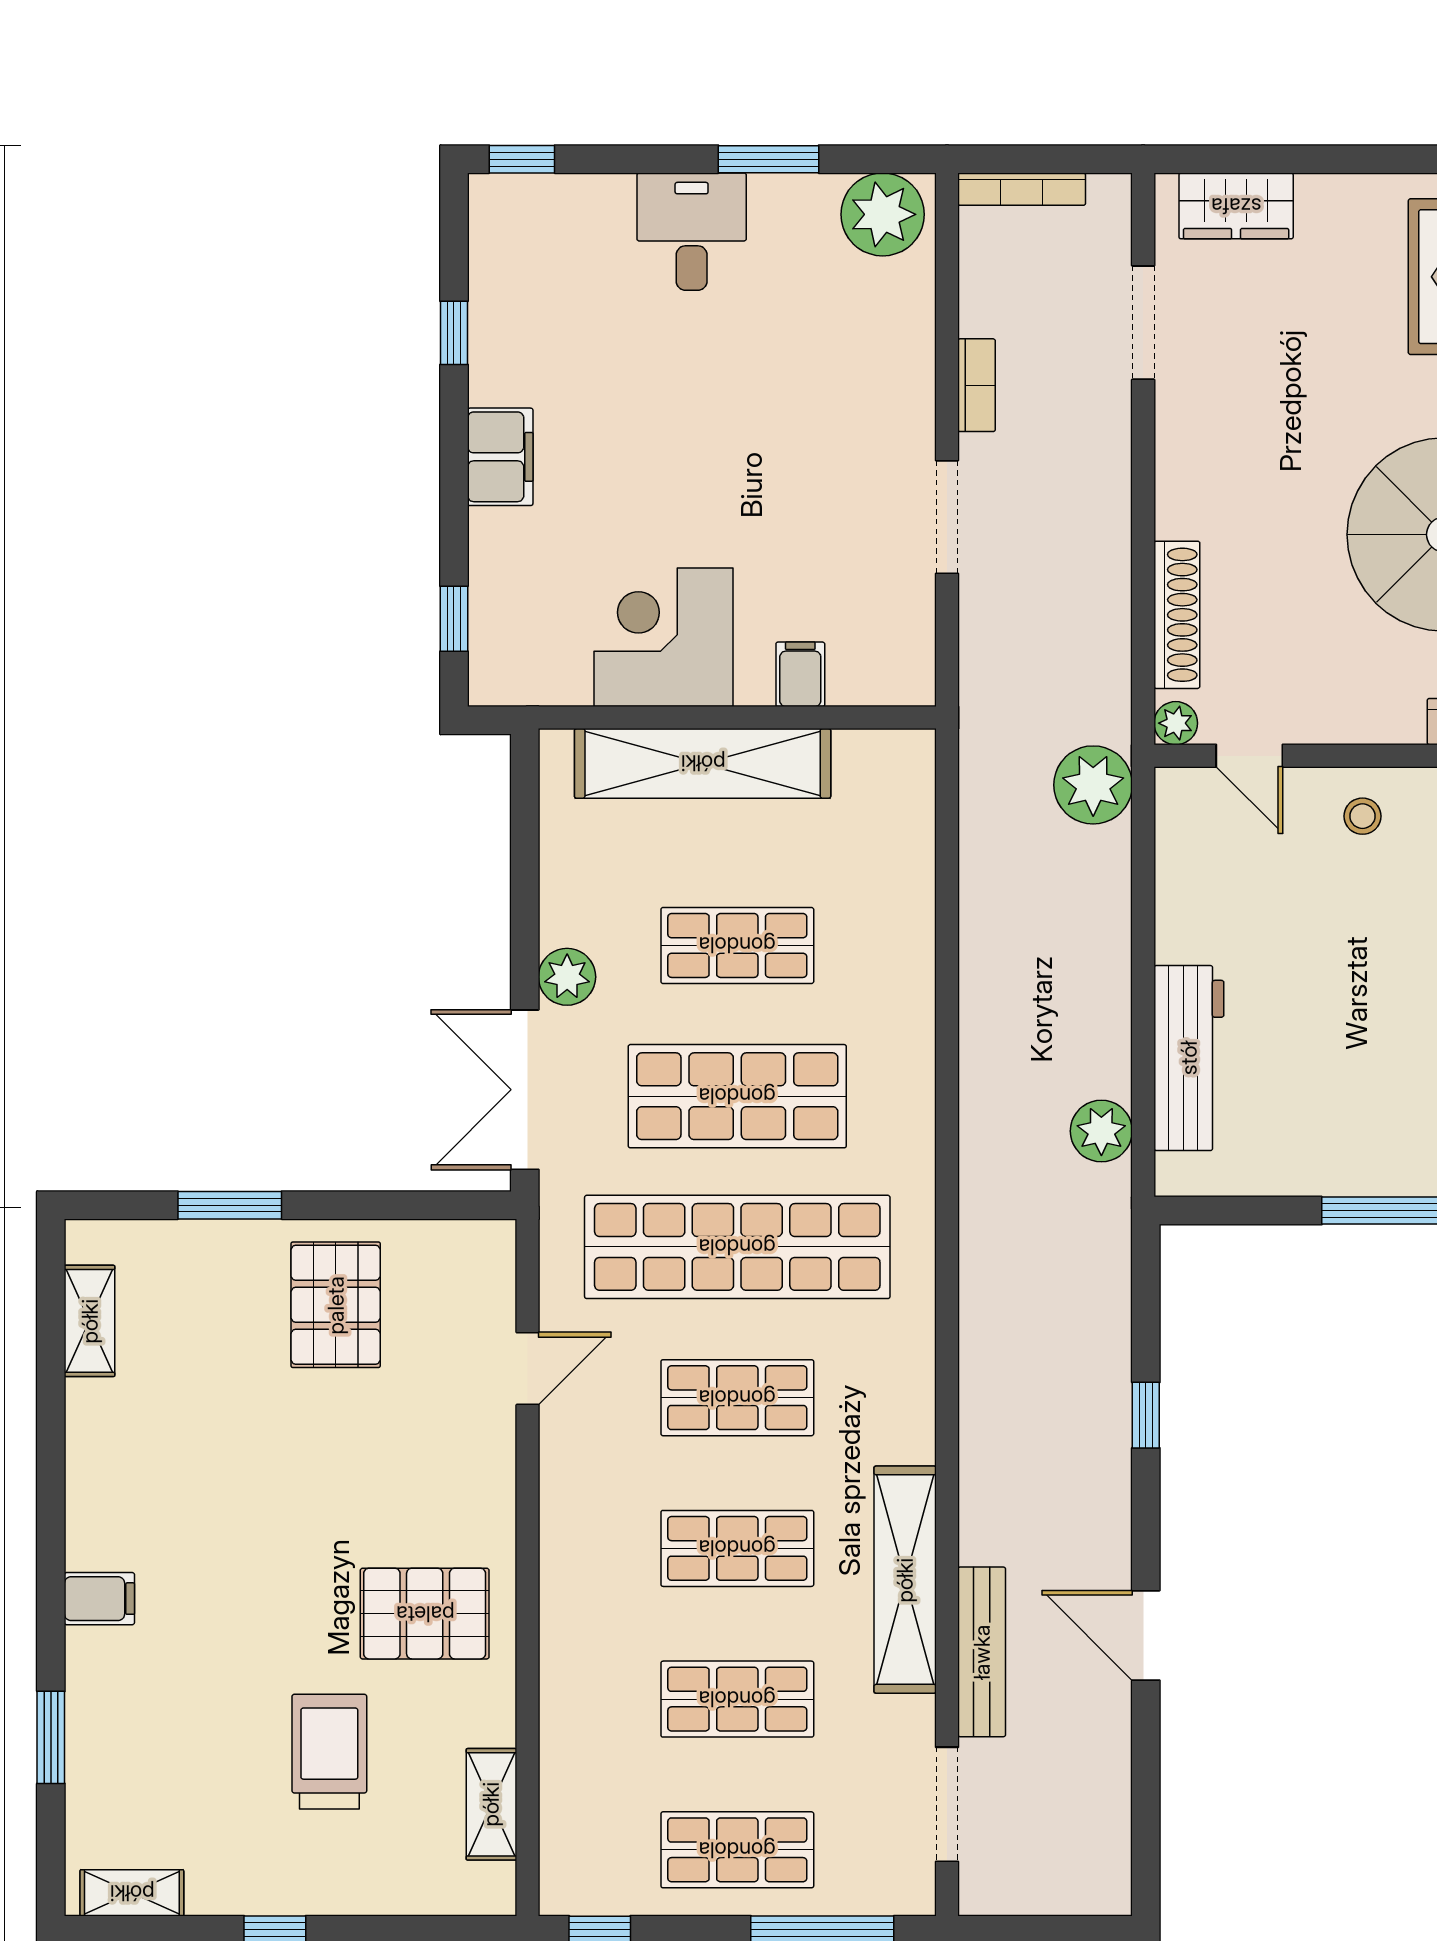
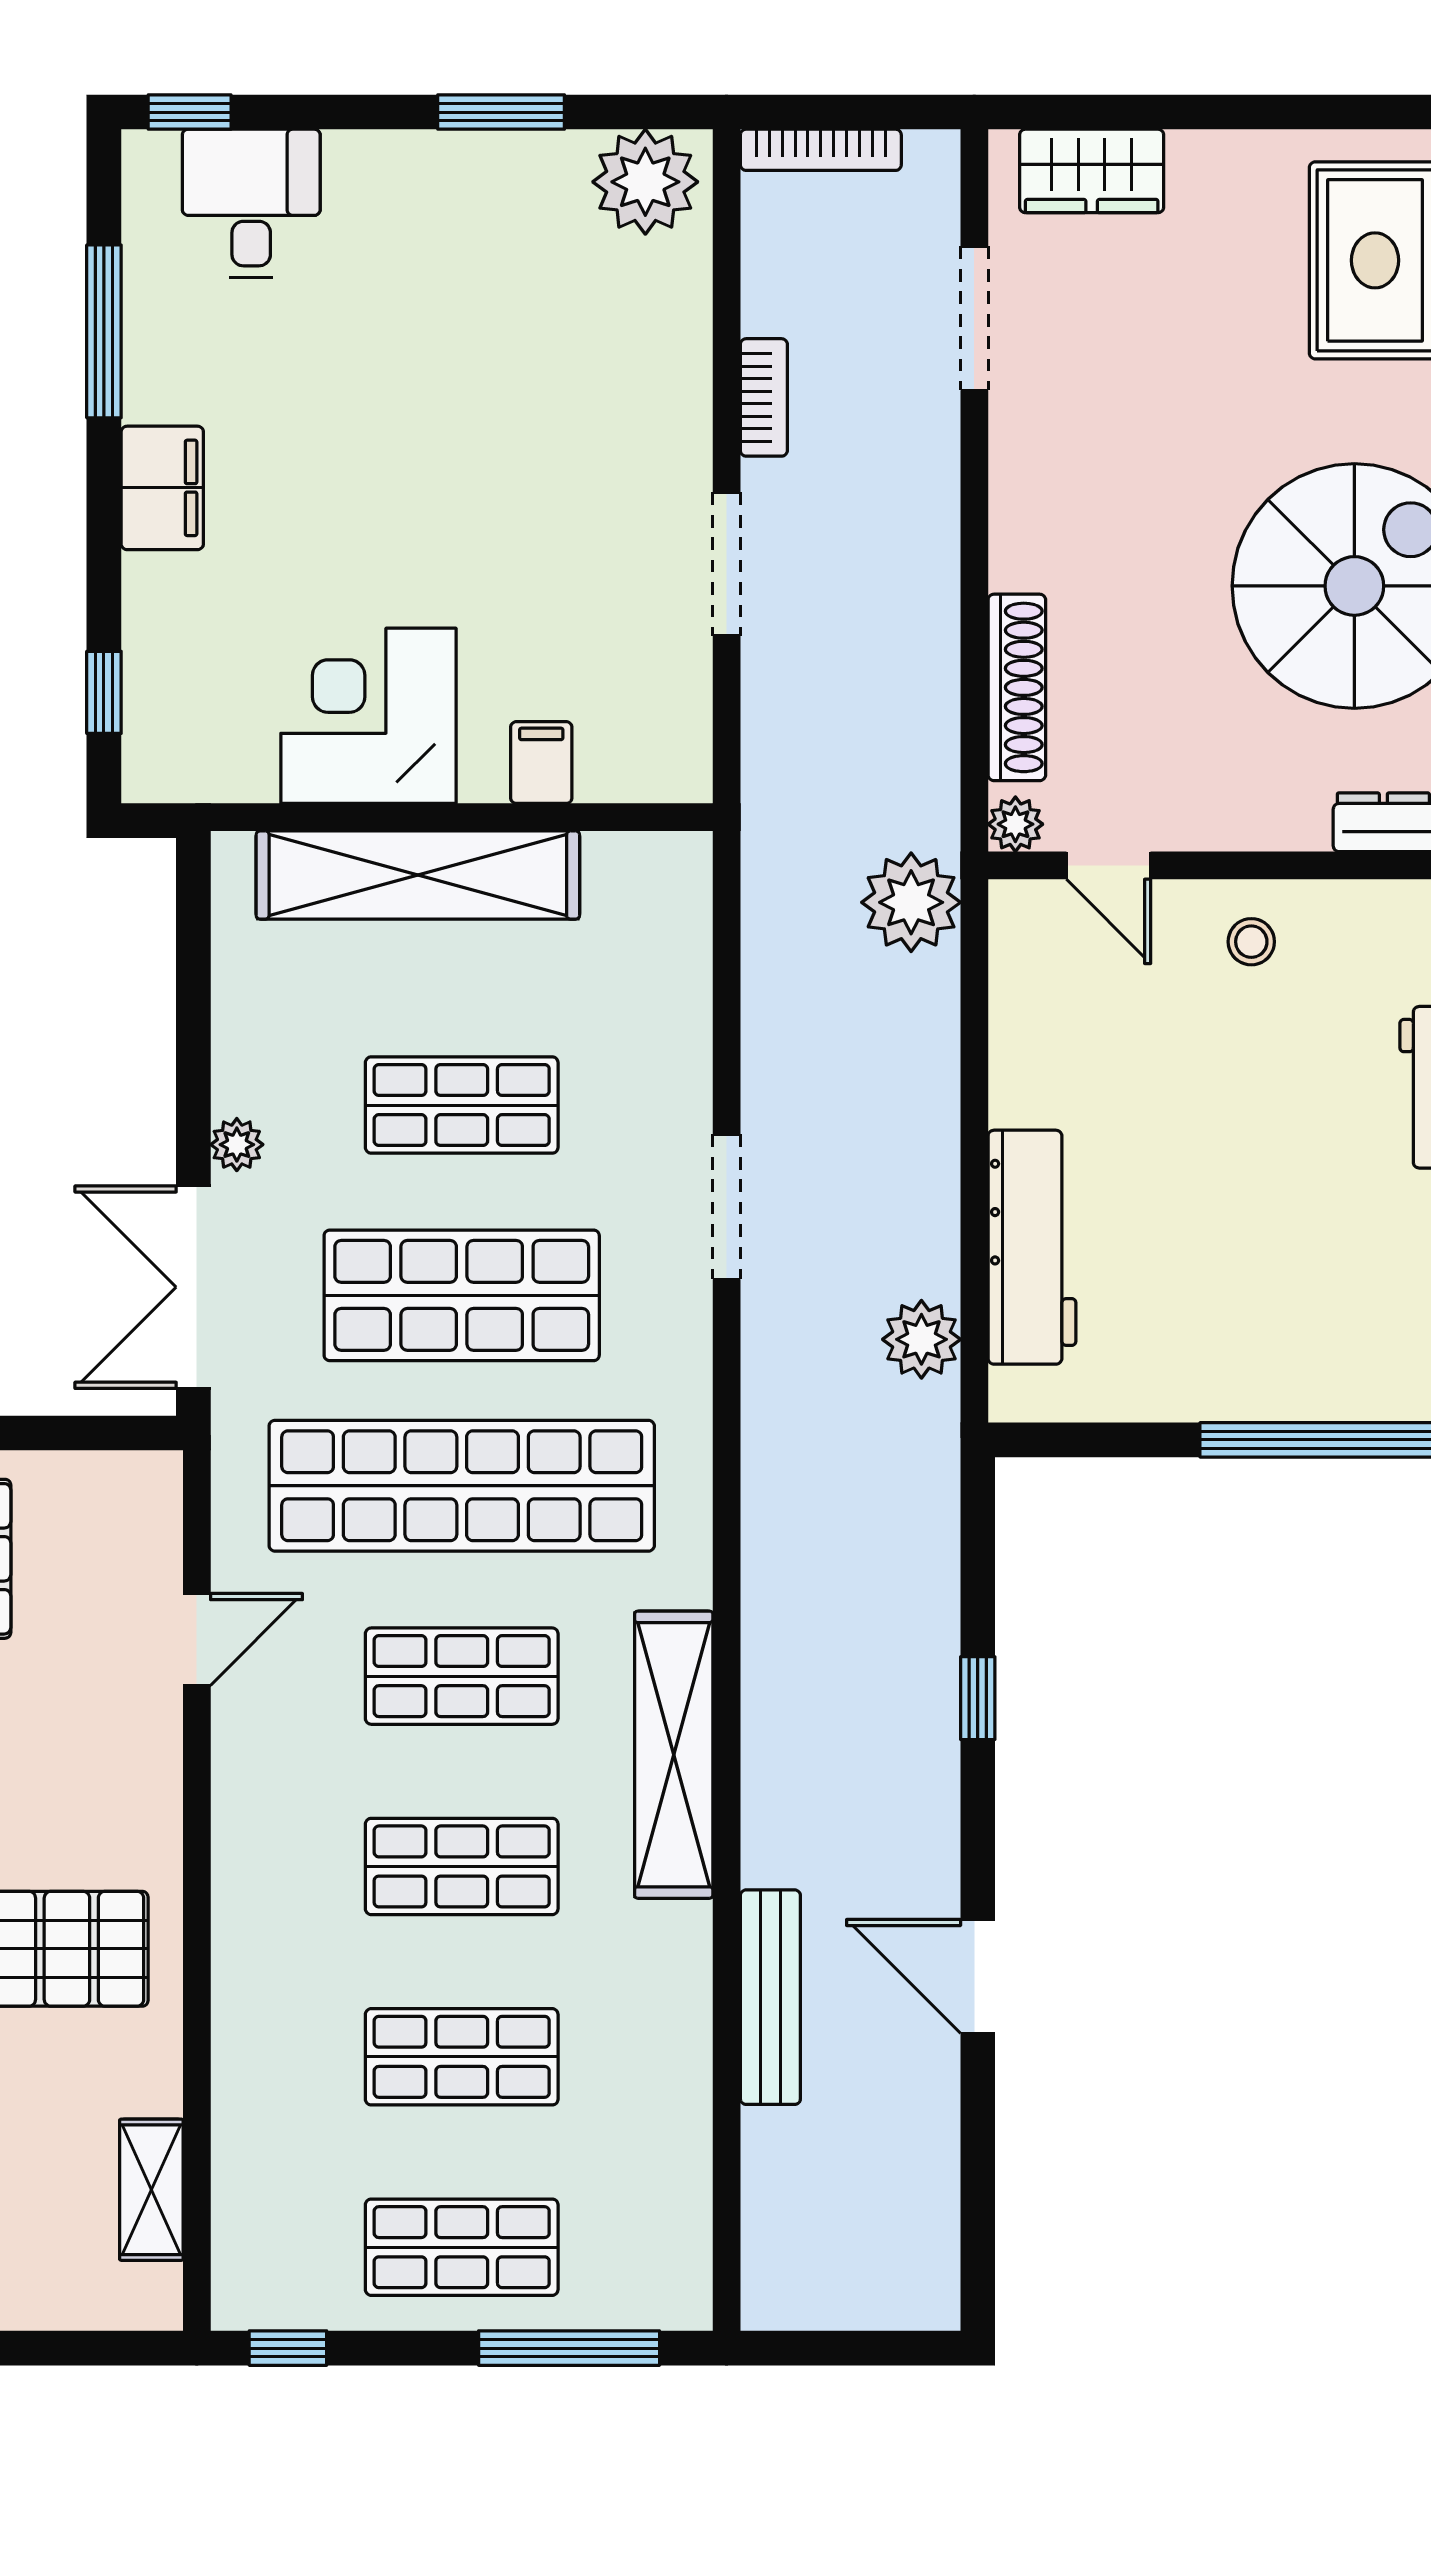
desk: (692, 232) -> (251, 203), moved
window: (454, 333) -> (104, 331), width x2.17
plant: (567, 977) -> (237, 1145), width x0.73, depth x0.73
shelving: (905, 1580) -> (674, 1755), moved
doorway: (947, 1804) -> (727, 1207), moved

